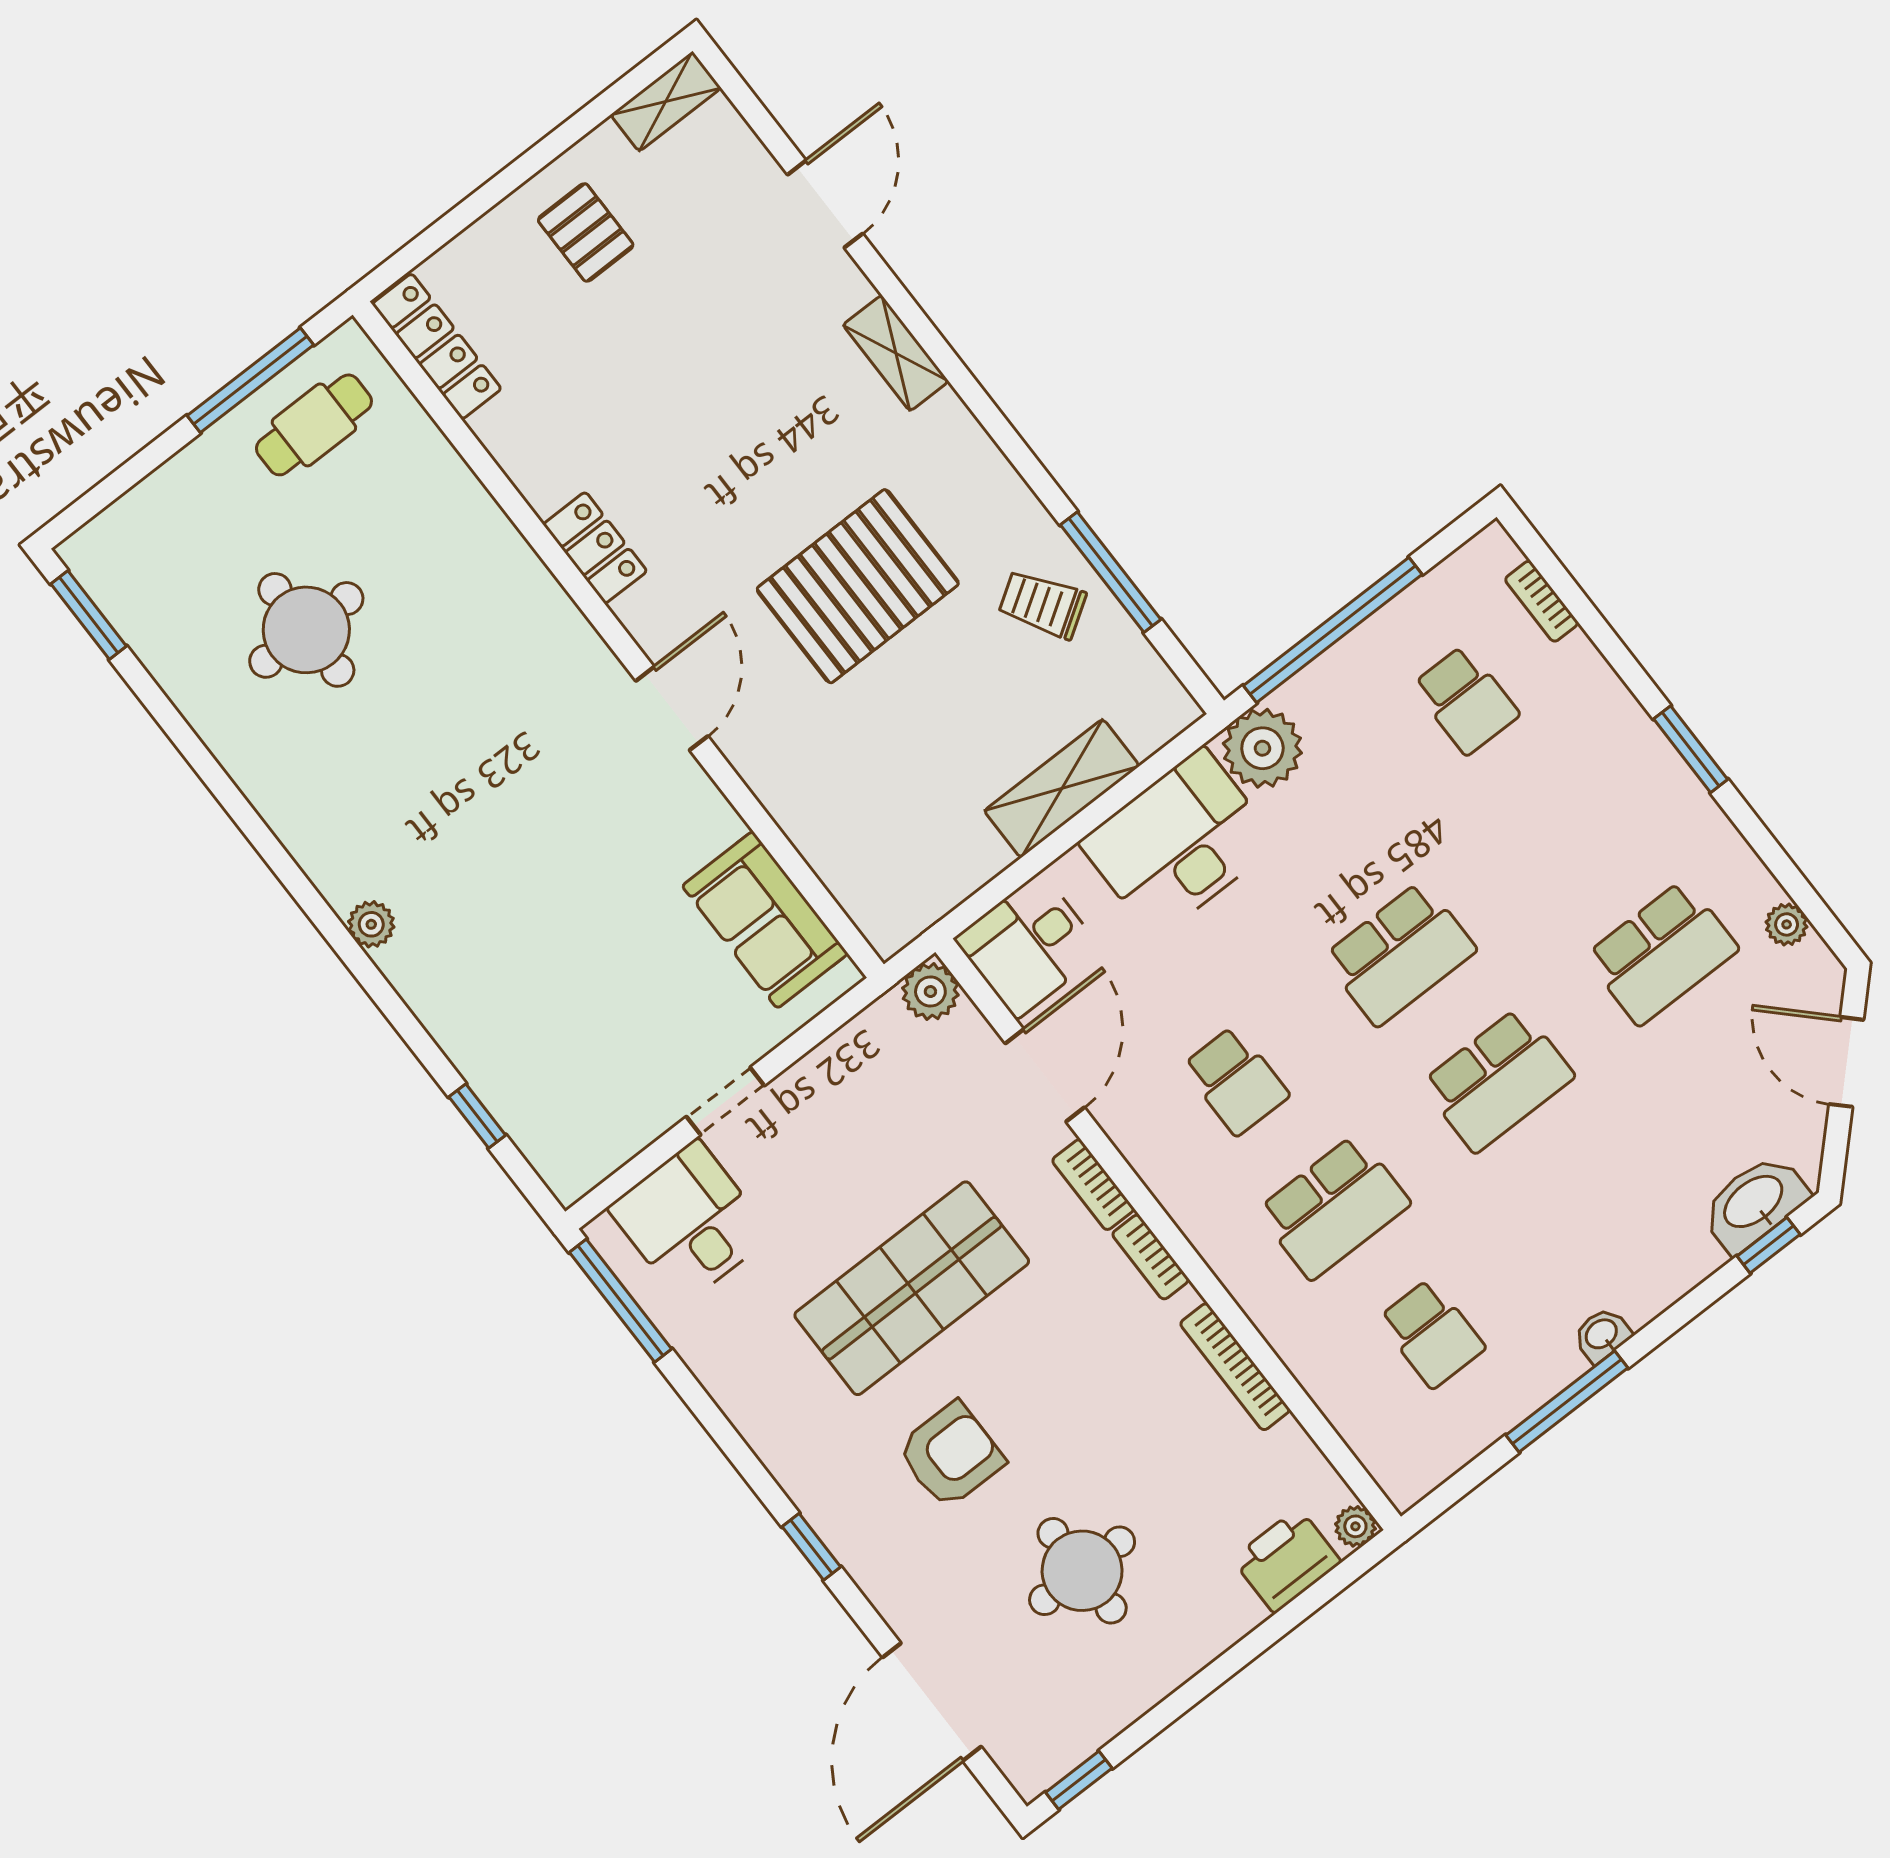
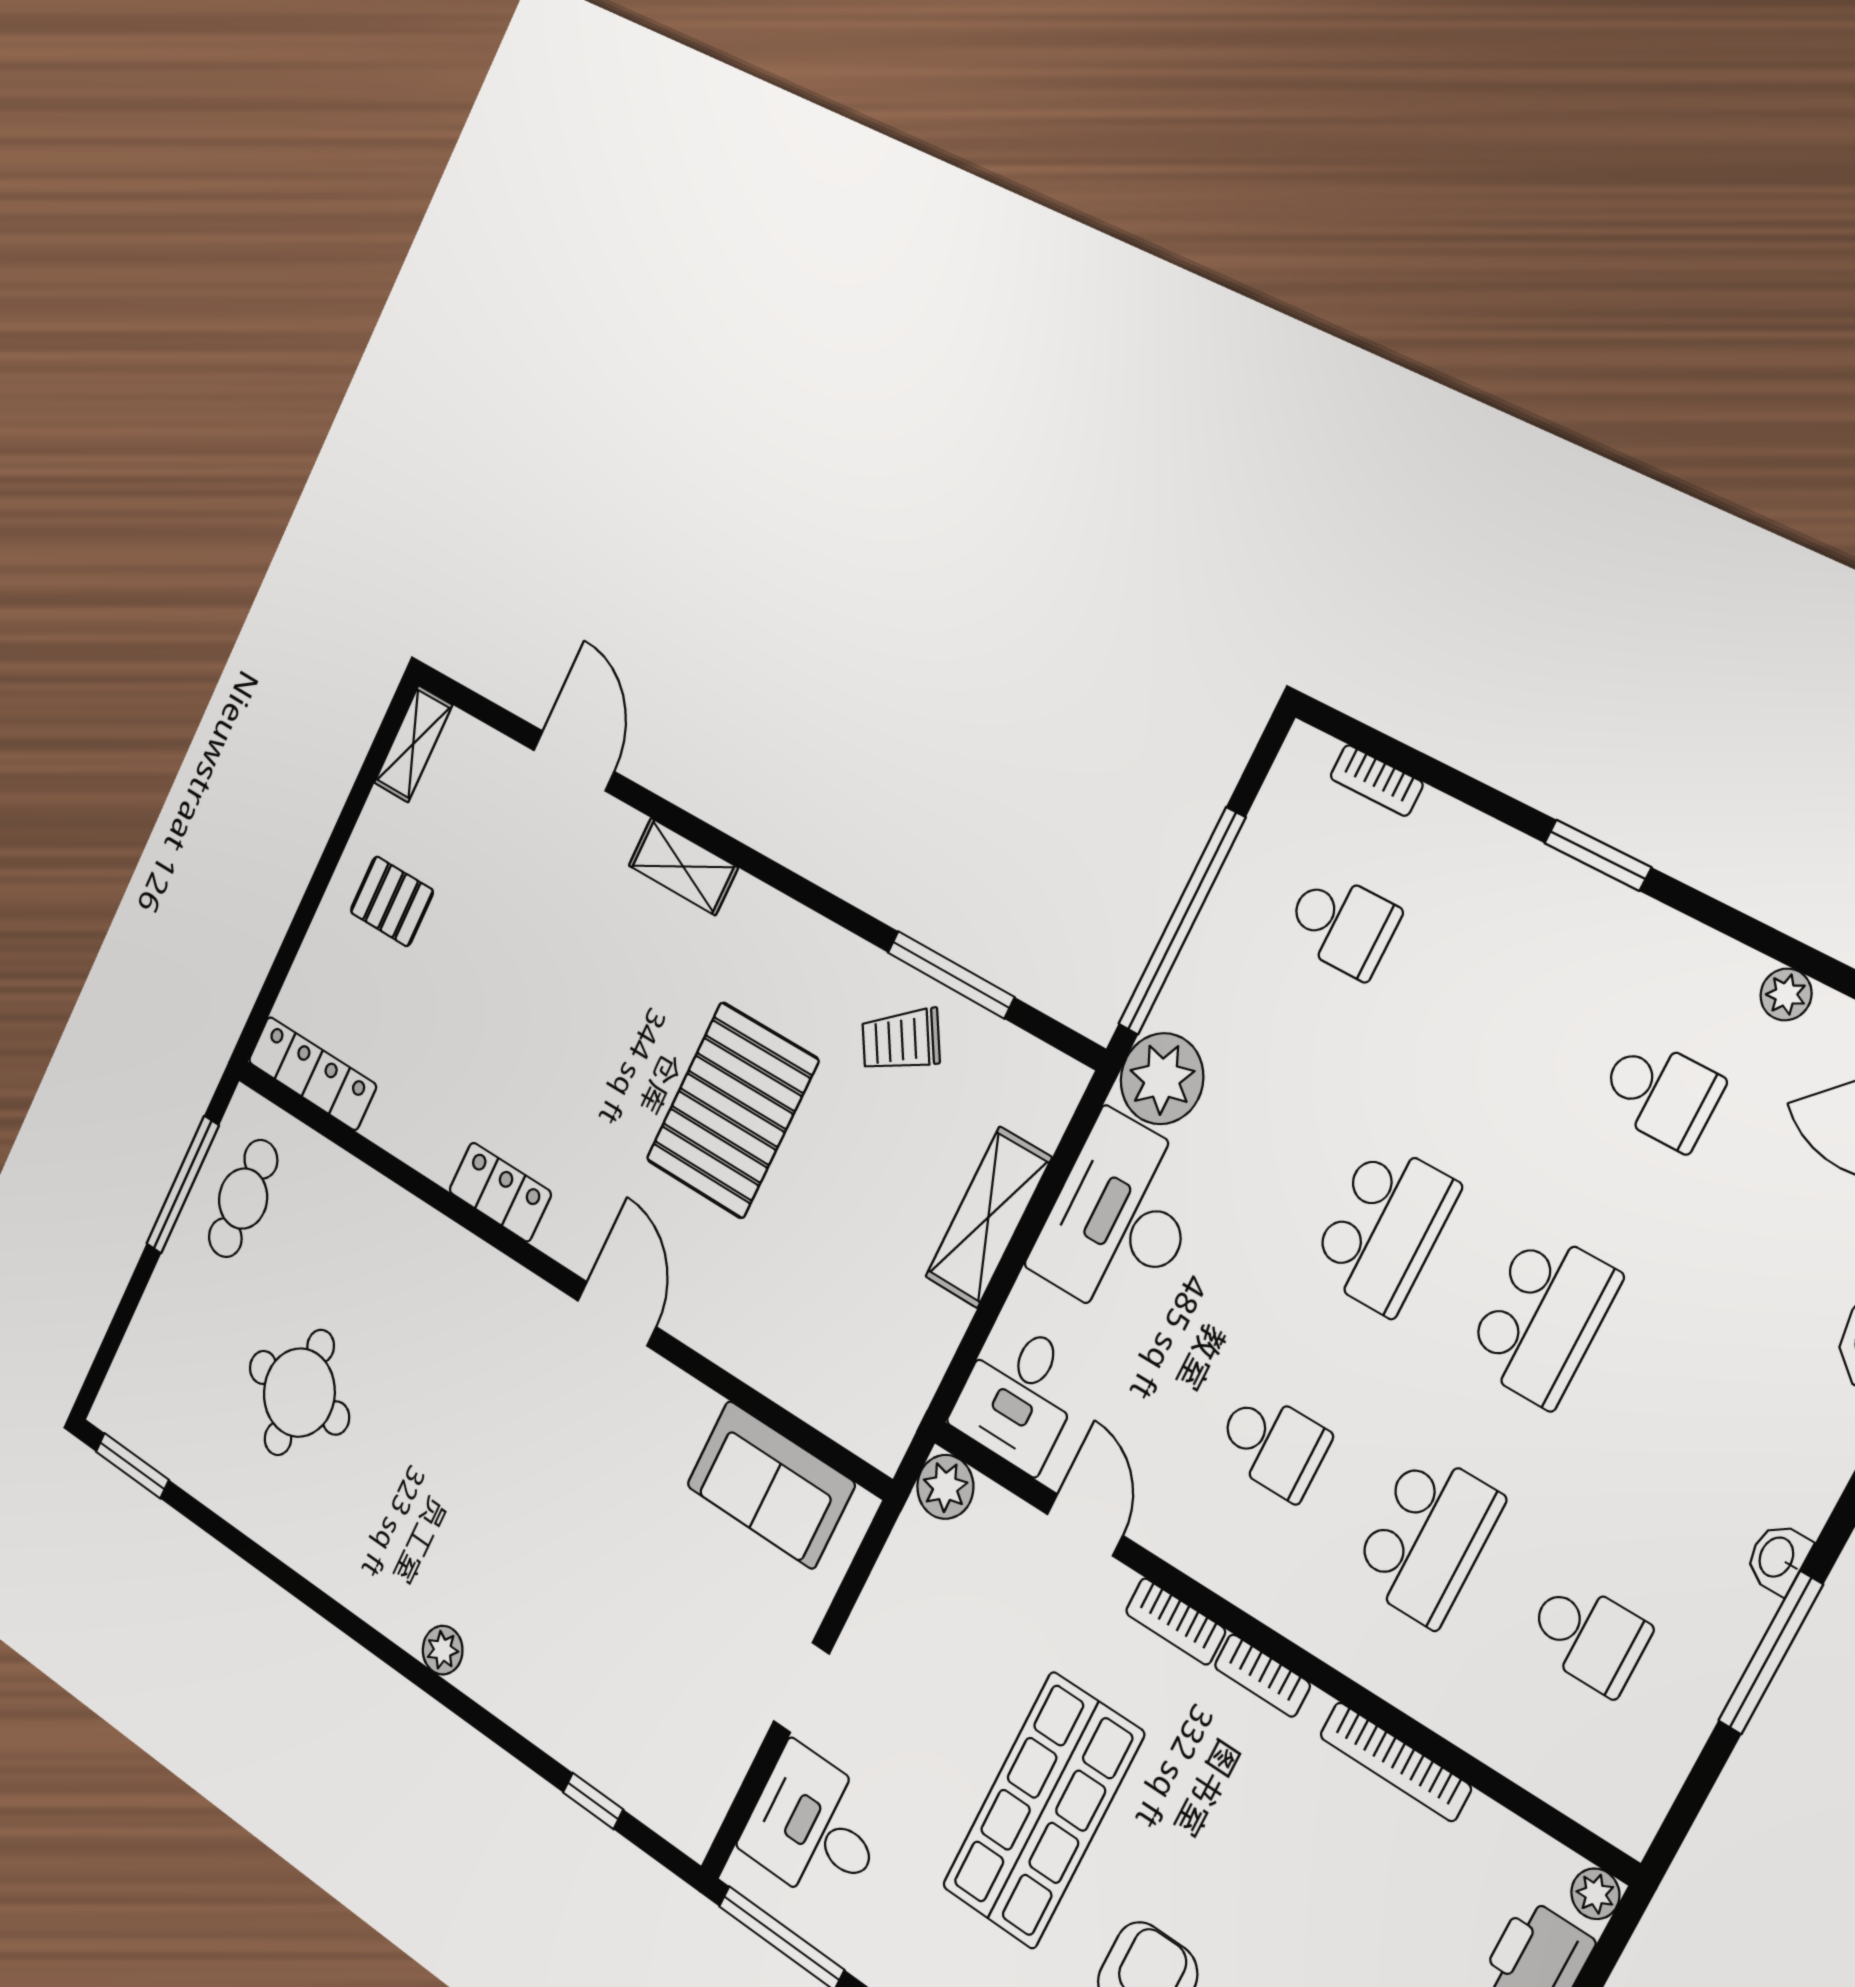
school desk: (1662, 953) -> (1661, 1093), width x0.54
door: (1045, 1075) -> (1085, 1525), width x0.73

